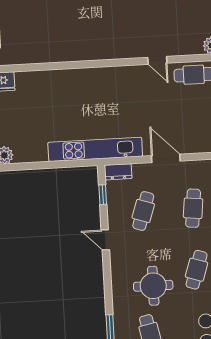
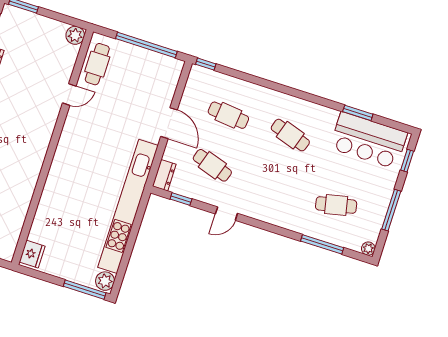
kitchen unit: (95, 149) -> (128, 206), width x1.36
door: (166, 158) -> (169, 123), swing flipped
round table: (153, 286) -> (290, 184), removed

